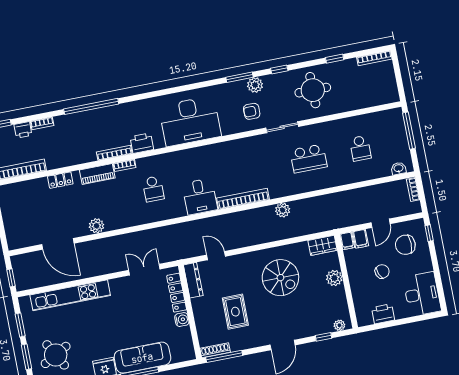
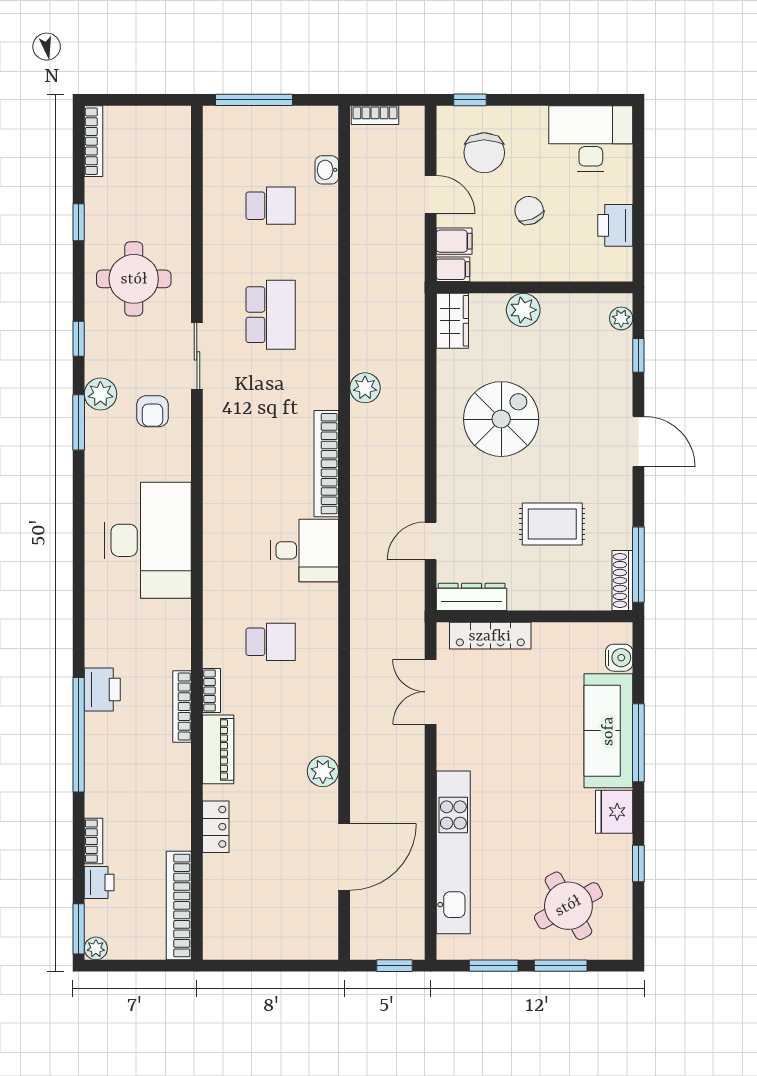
printer: (142, 143) -> (102, 689), moved, turned 180
washbasin: (399, 168) -> (327, 170), moved
water cooler: (182, 320) -> (619, 658), moved, turned 90

